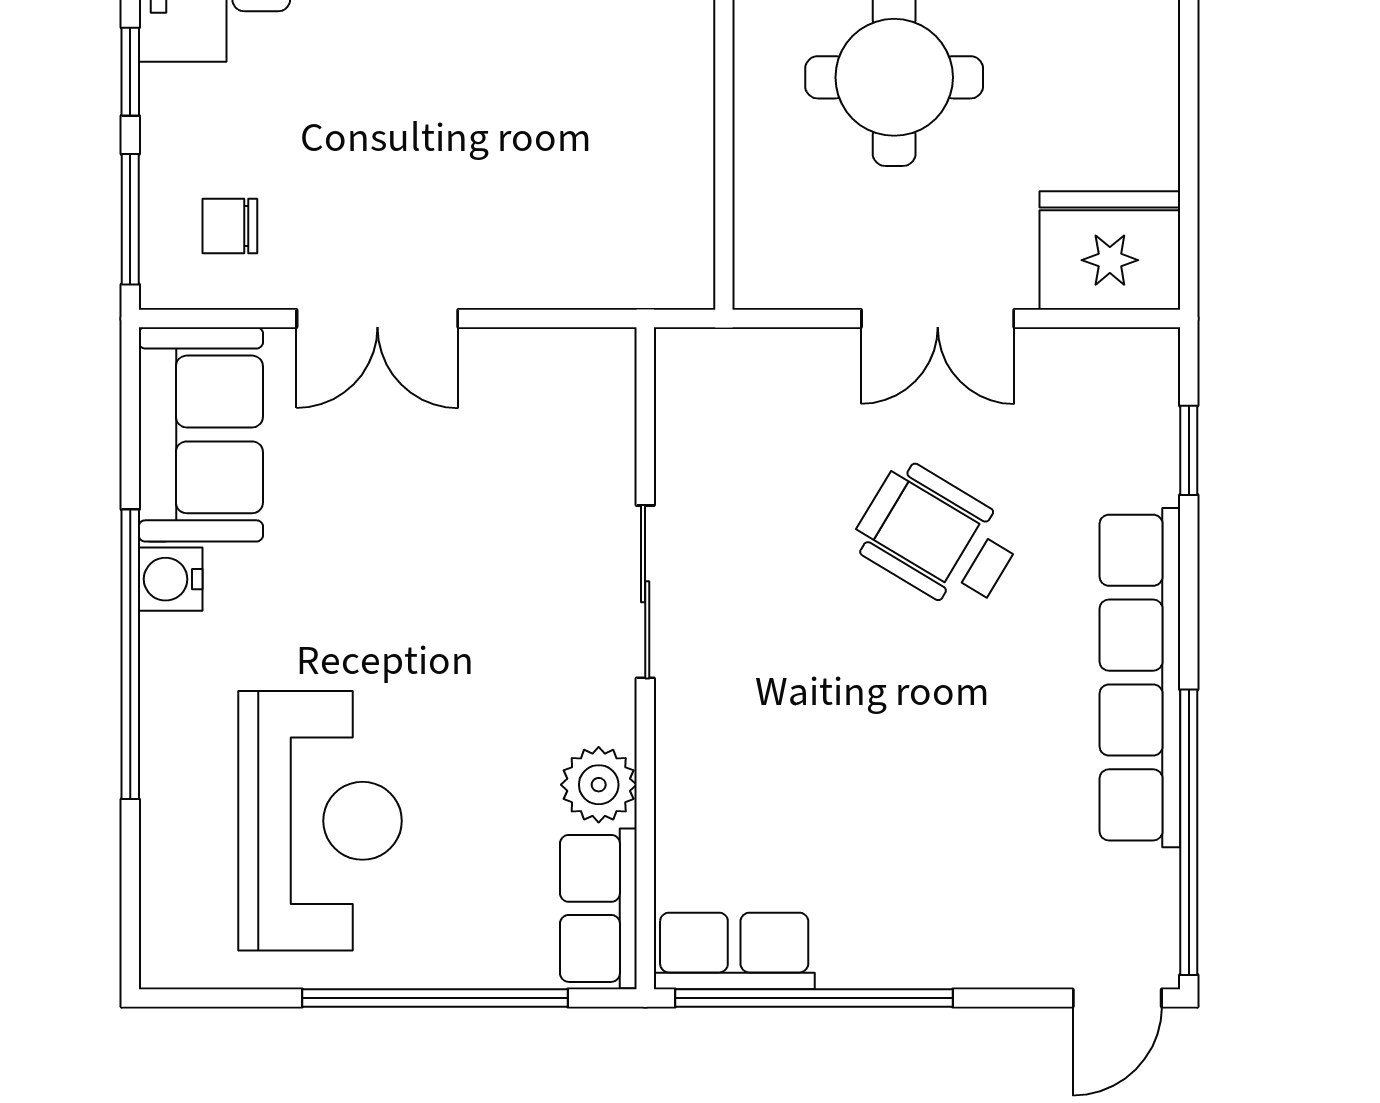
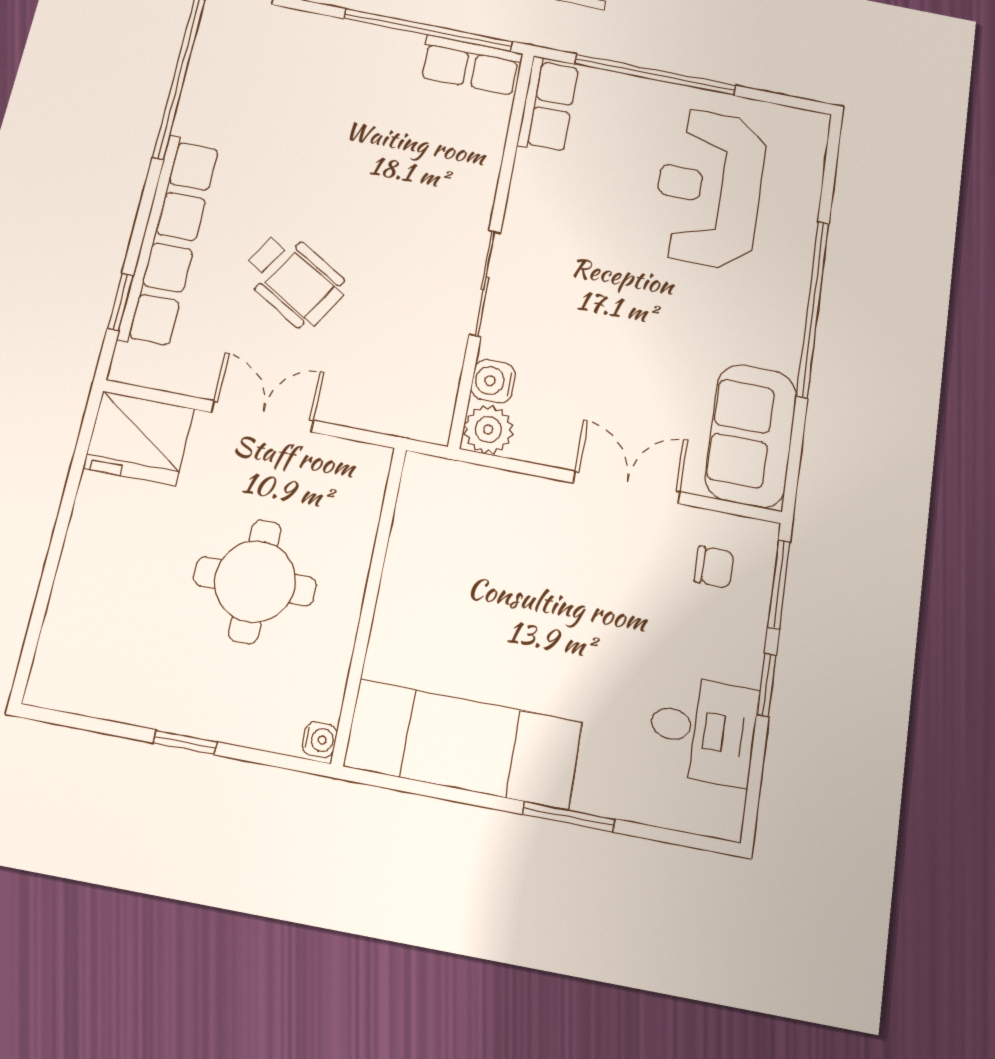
water cooler: (171, 579) -> (493, 381), moved, turned 180
row of seats: (1140, 678) -> (169, 241), moved
plant: (599, 785) -> (488, 430), moved

